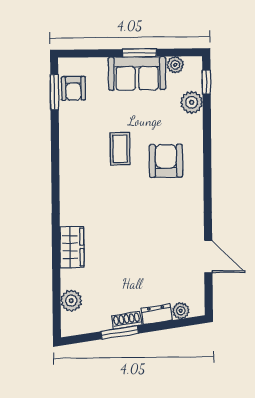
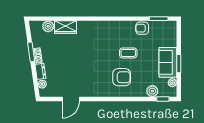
armchair: (73, 88) -> (142, 28), moved
wardrobe: (72, 247) -> (65, 27), moved

